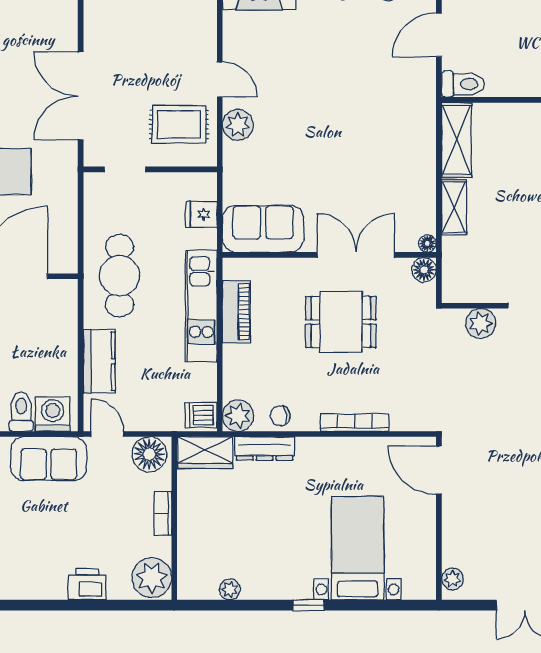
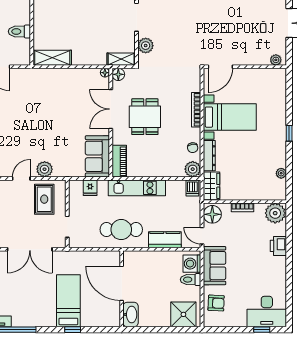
toilet: (463, 84) -> (19, 31), moved, turned -90
shelving: (454, 207) -> (121, 59), moved
piano: (236, 312) -> (119, 161), moved, turned 90
door: (107, 434) -> (202, 236), hinge flipped
bed with nightstands: (358, 548) -> (230, 117), moved, turned 180

